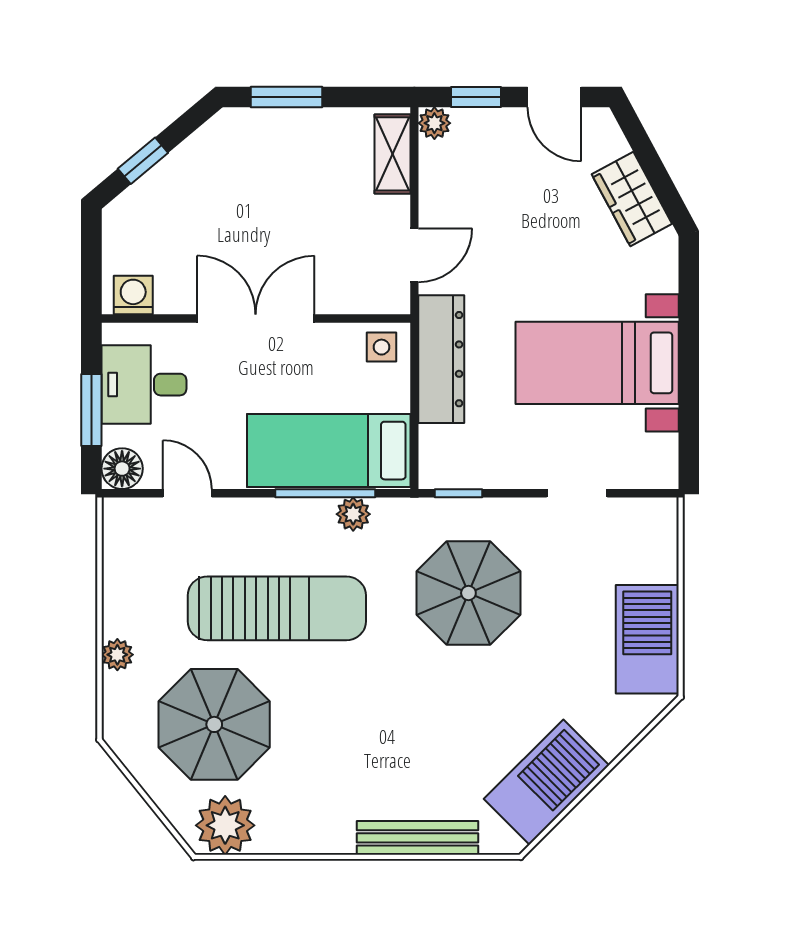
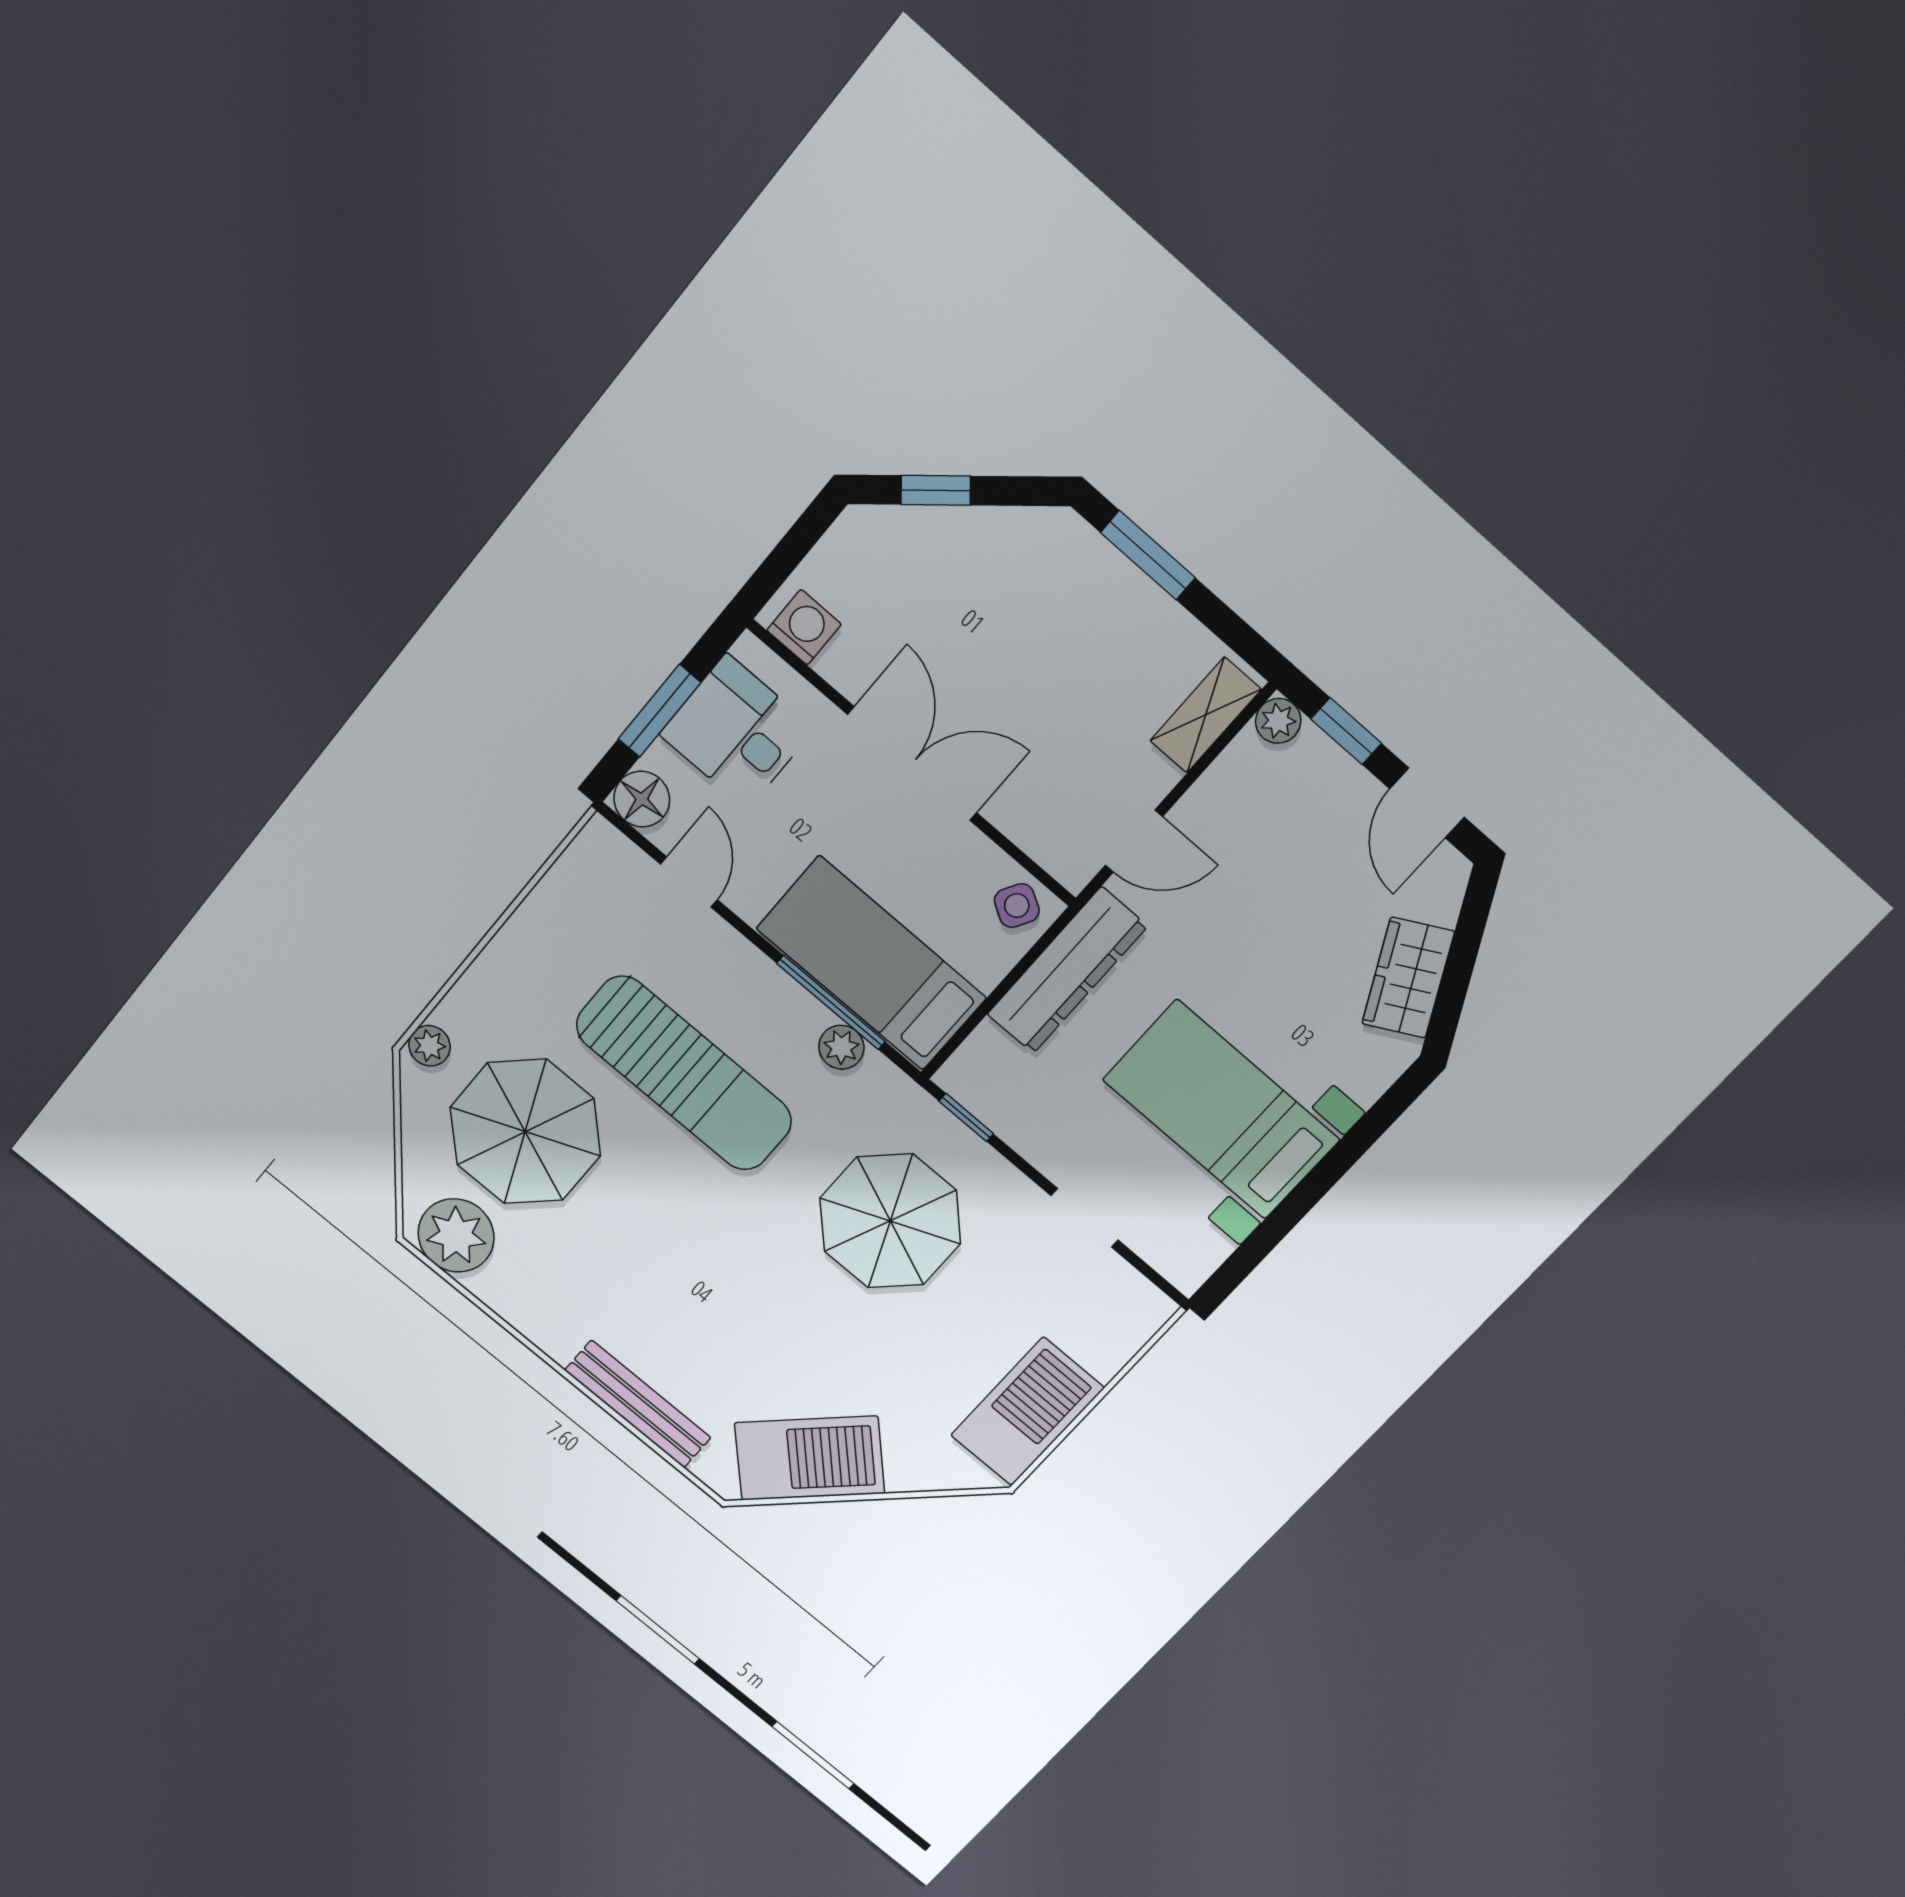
side table: (382, 347) -> (1017, 906), turned 30
plant: (117, 655) -> (429, 1046), moved

